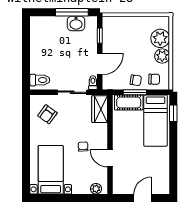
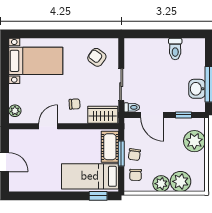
plant: (124, 26) -> (194, 141), added
toilet: (40, 80) -> (175, 49), moved
chair: (83, 146) -> (75, 104), moved

